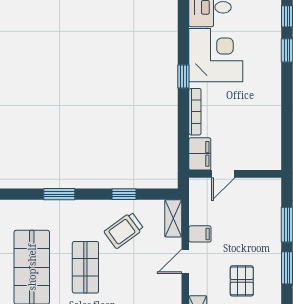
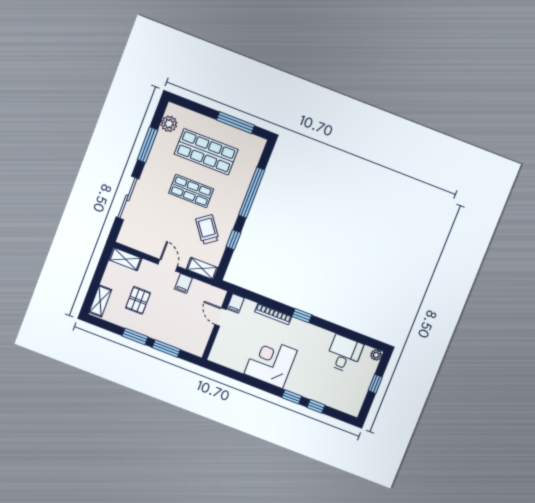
corner desk: (216, 55) -> (271, 362), moved, turned 180
filing cabinet: (200, 154) -> (236, 303), width x0.50
window: (59, 194) -> (252, 193), width x2.11
pallet: (242, 281) -> (138, 300), turned 90

